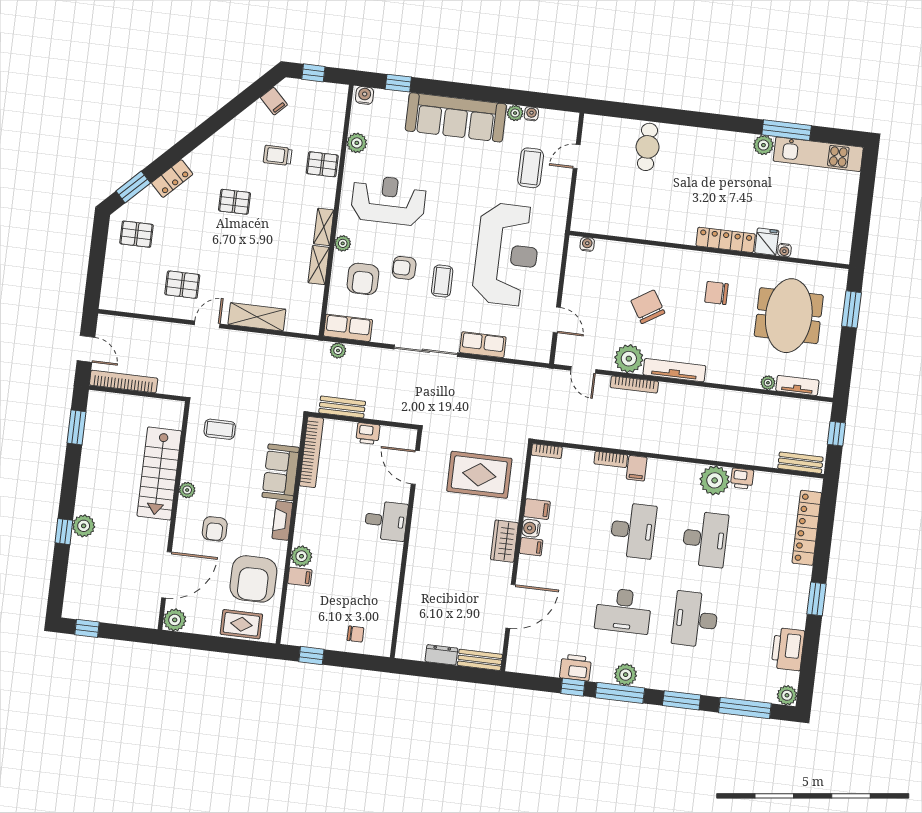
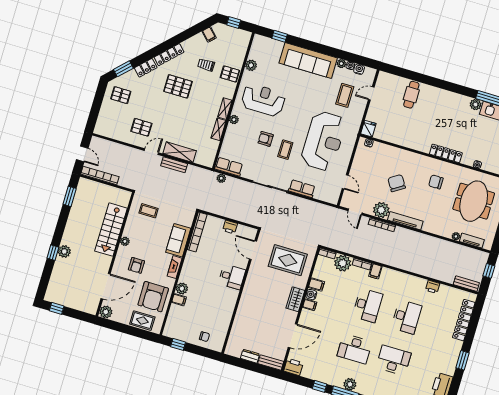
water cooler: (365, 95) -> (359, 69), moved
locker: (209, 149) -> (169, 55), added
pallet: (234, 202) -> (178, 86), width x1.50, depth x1.42
fridge: (767, 242) -> (368, 129), moved
armchair: (363, 279) -> (242, 141), removed
bench: (342, 407) -> (174, 165), moved
plant: (715, 480) -> (343, 263), moved
desk: (695, 619) -> (394, 360), turned 90
printer: (575, 667) -> (293, 367), moved

